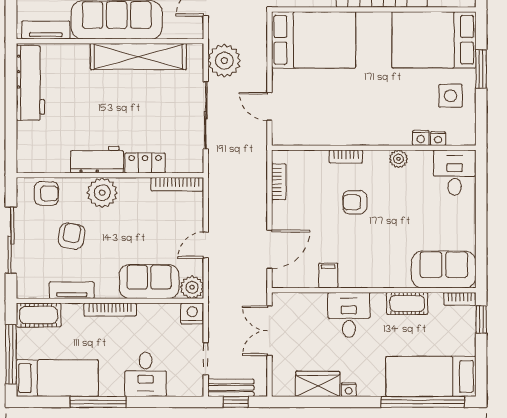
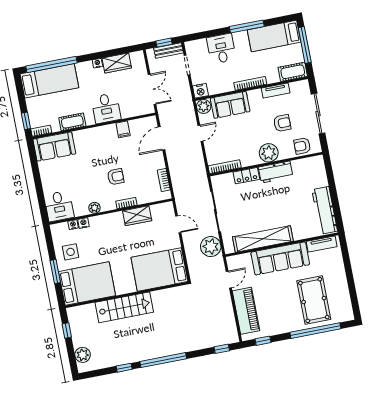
wardrobe: (332, 133) -> (137, 216), added
armchair: (71, 236) -> (282, 123), turned -101

